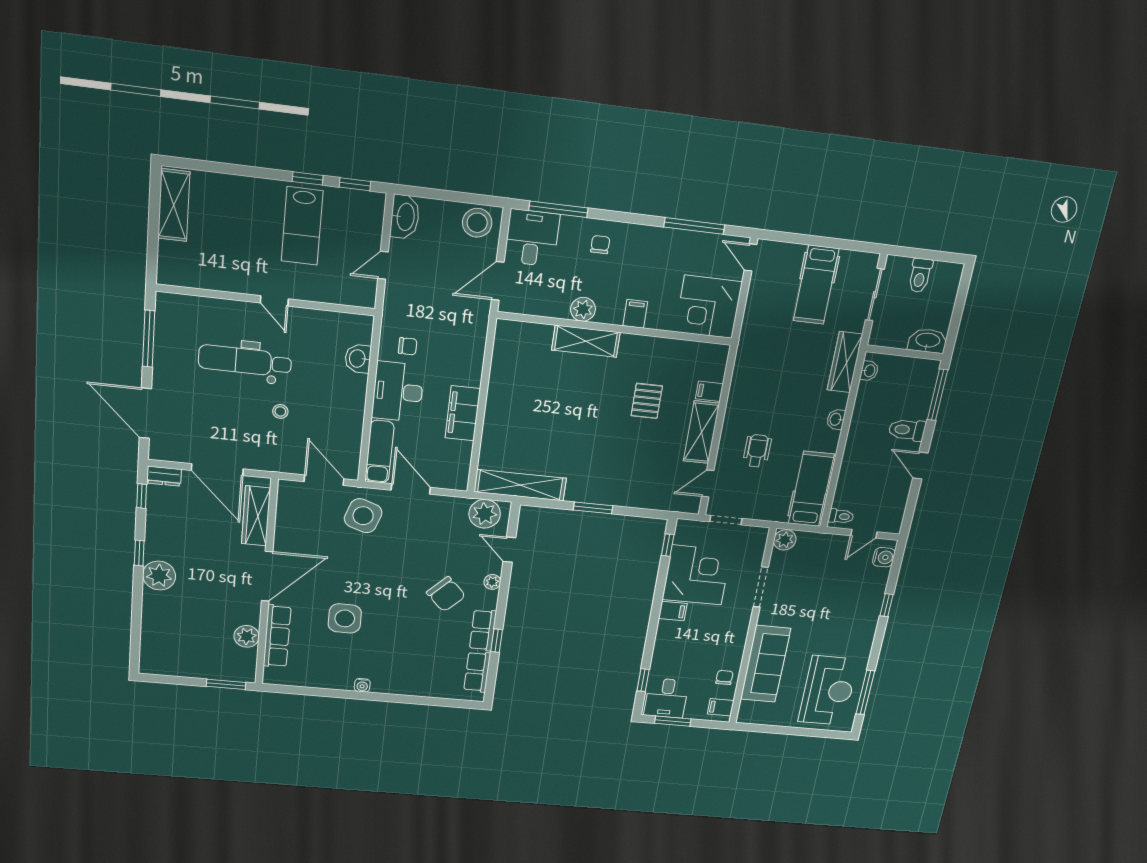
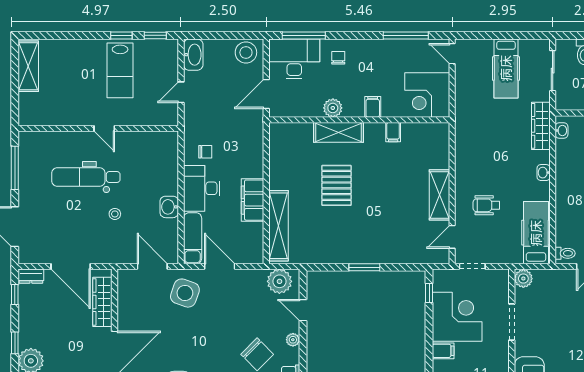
desk: (532, 238) -> (294, 59), width x1.37
washbasin: (358, 359) -> (169, 207), moved
filing cabinet: (709, 391) -> (393, 132), moved, turned -90
pallet: (647, 401) -> (336, 185), moved, width x1.50, depth x1.42
wheelchair: (757, 451) -> (486, 205), turned -90
shelving: (520, 485) -> (278, 226), moved, turned 90

